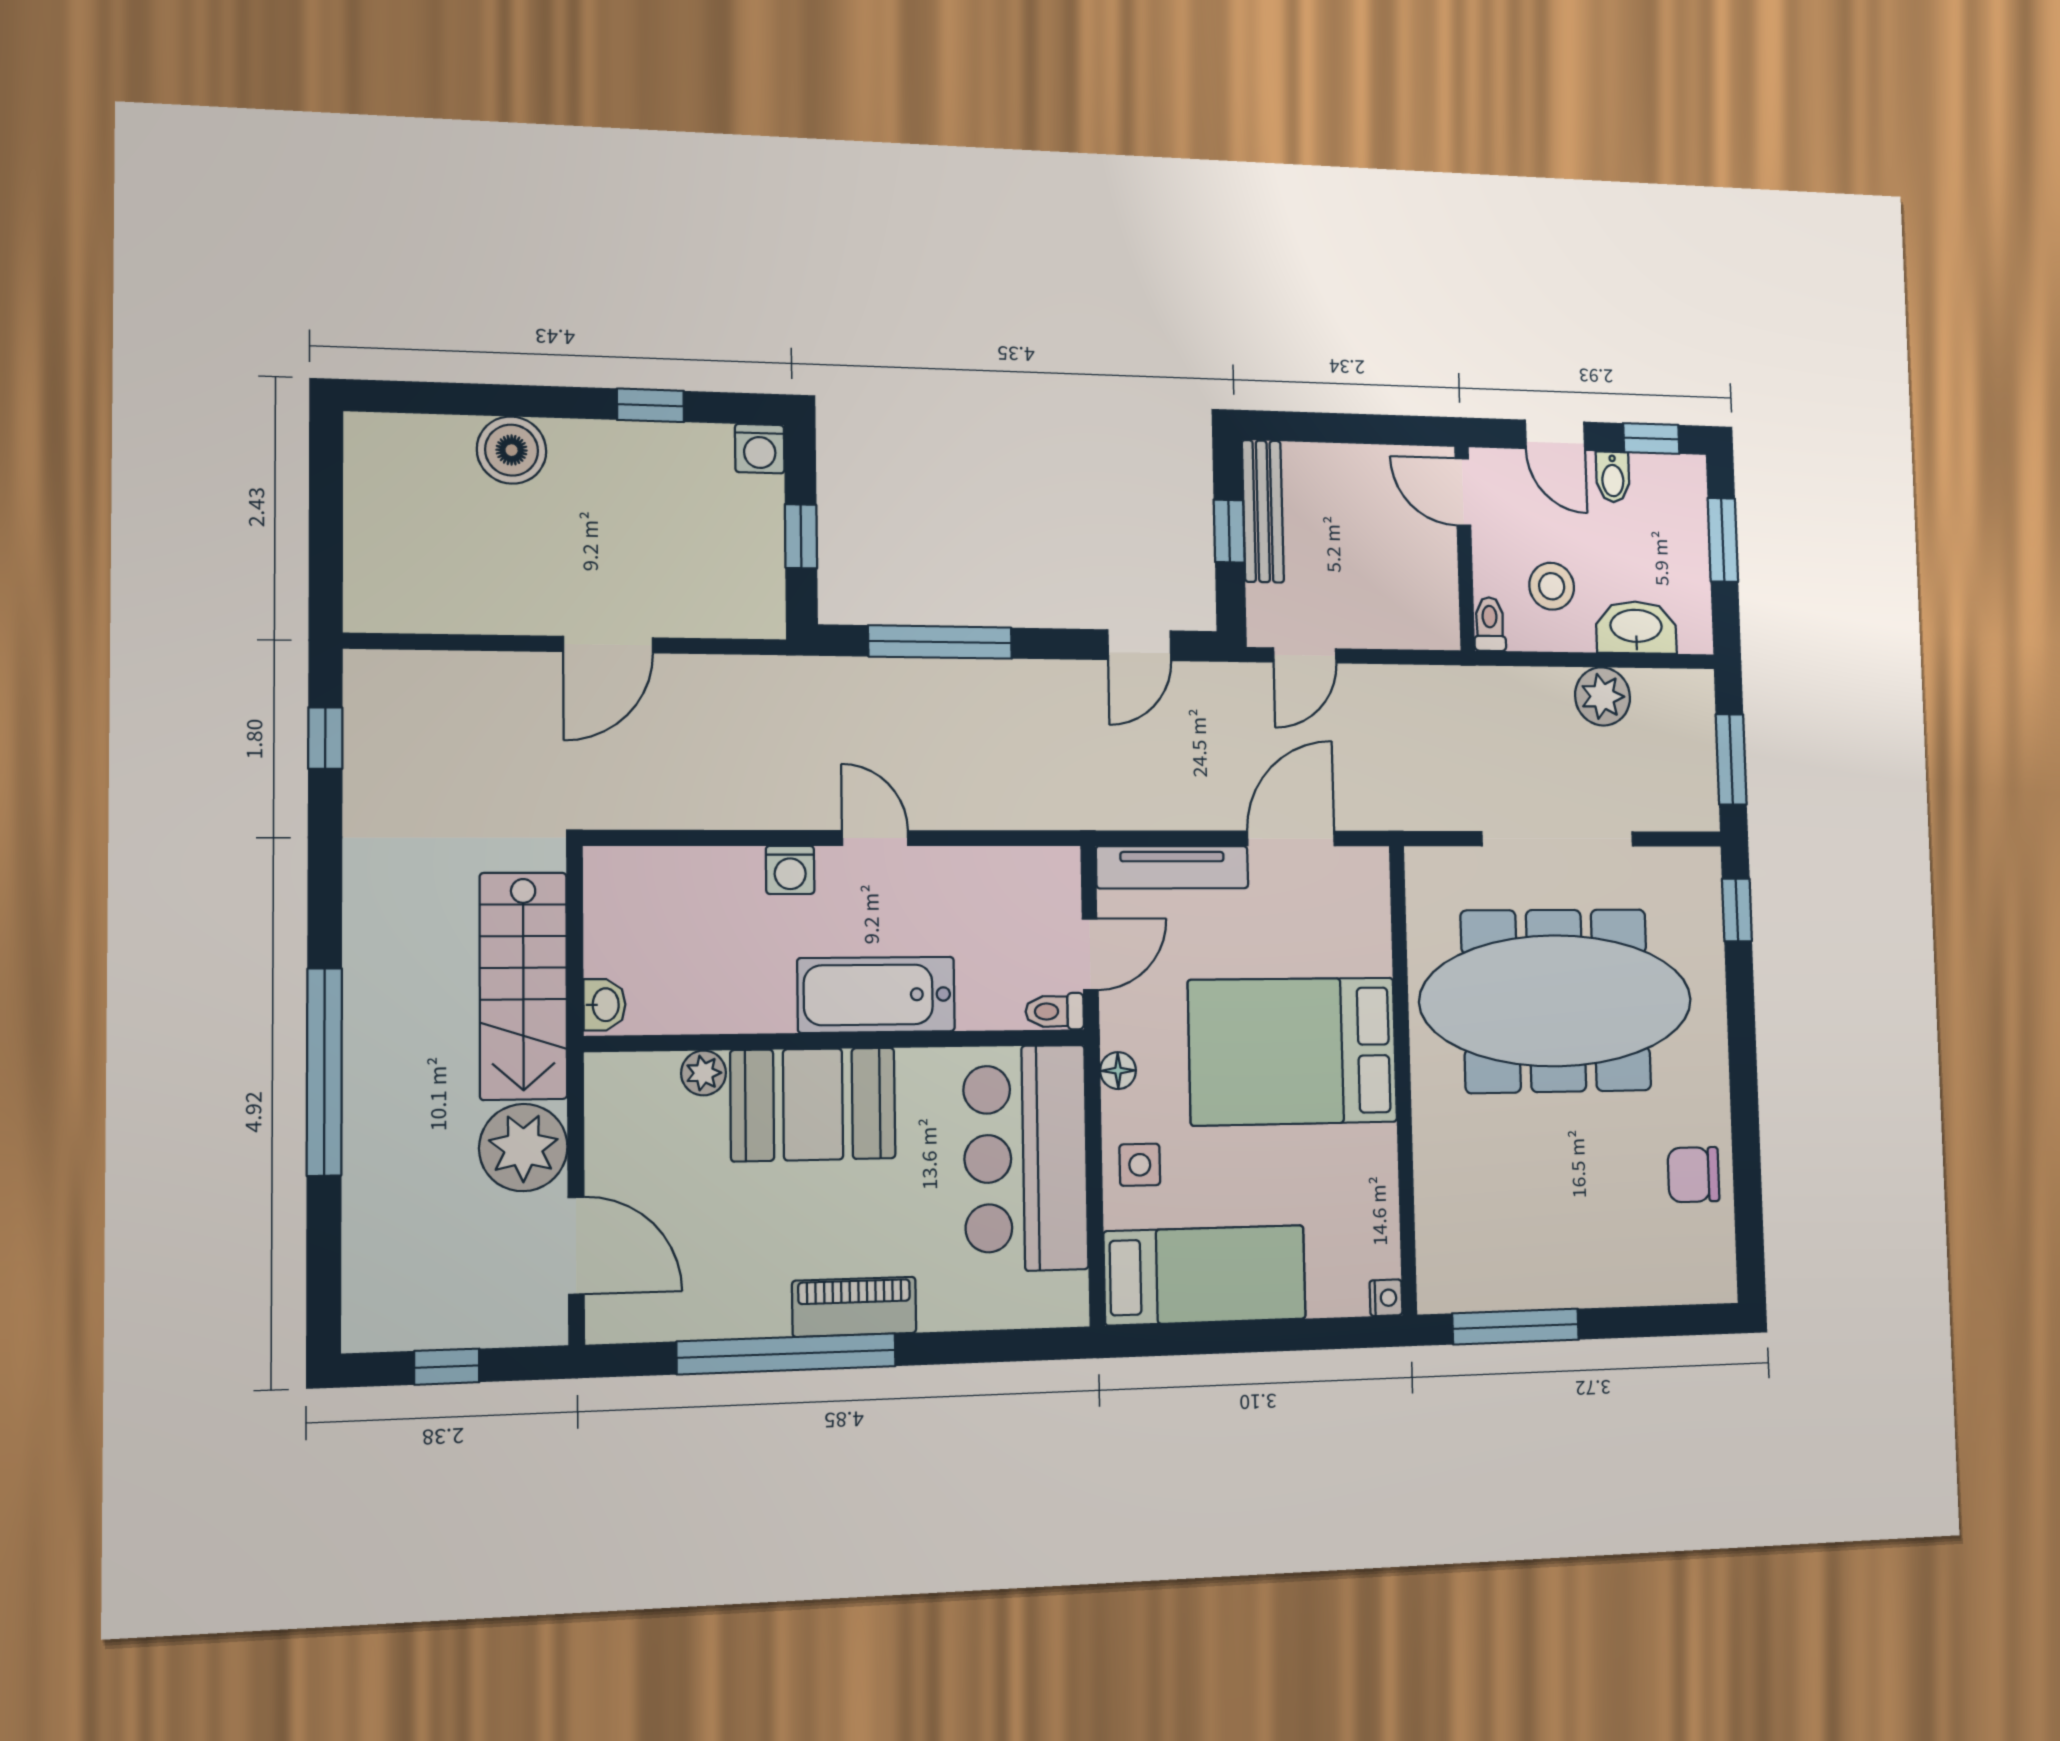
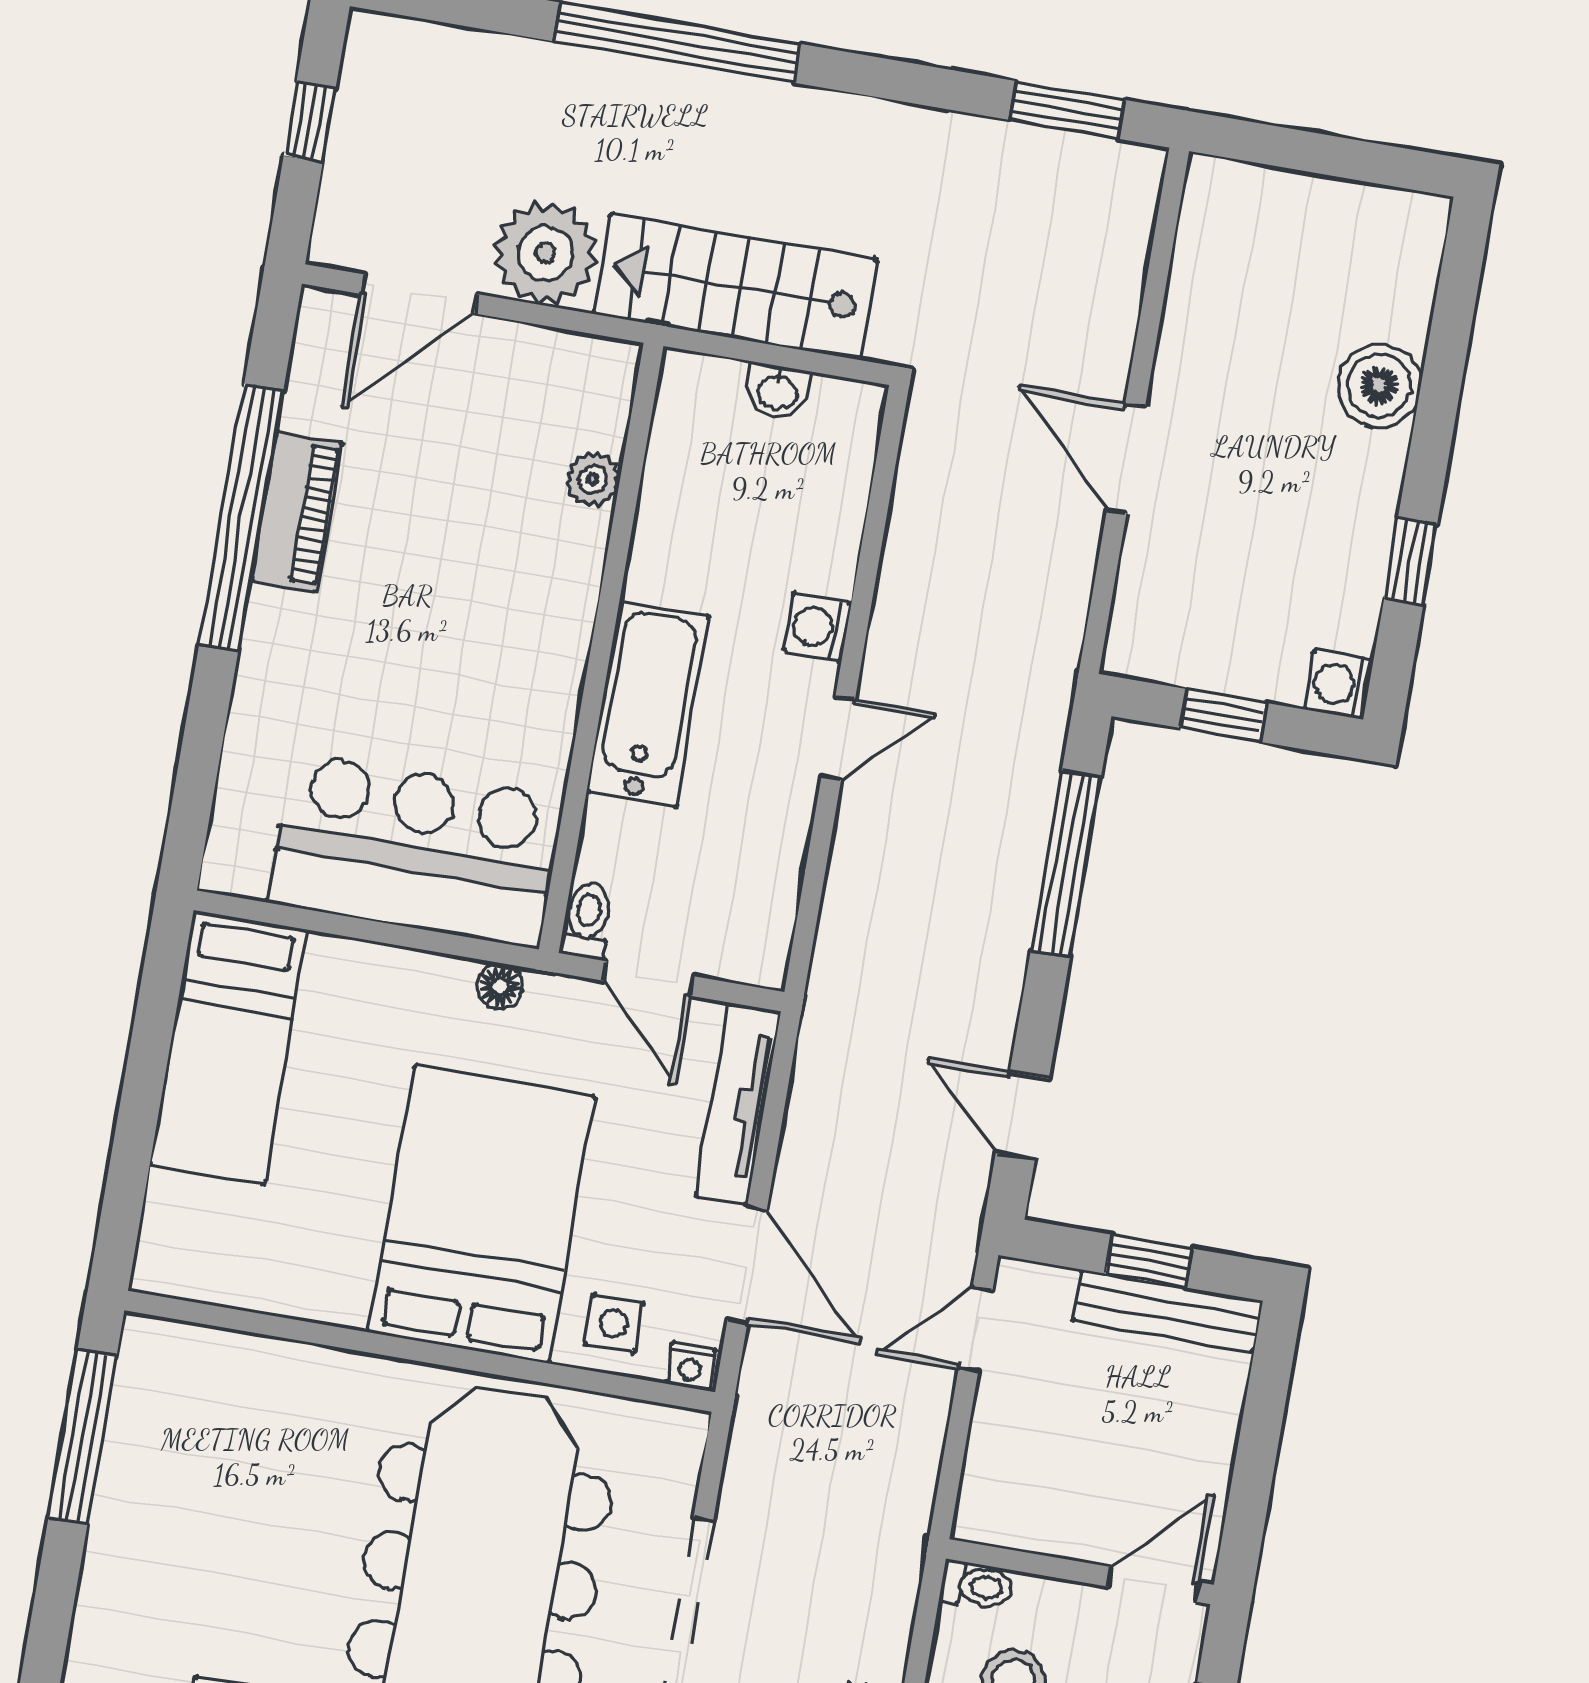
door: (1305, 655) -> (975, 1329), hinge flipped
window: (325, 738) -> (1067, 110), width x1.50
washbasin: (604, 1005) -> (777, 391), moved
booth: (813, 1104) -> (531, 603), removed
side table: (1140, 1165) -> (614, 1324), moved
nightstand: (1386, 1298) -> (690, 1367), moved
piano: (854, 1307) -> (297, 512), moved

